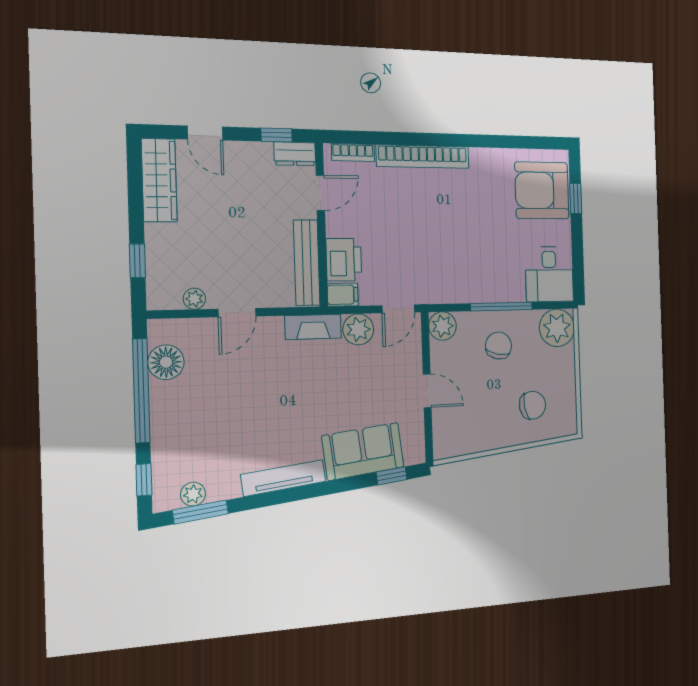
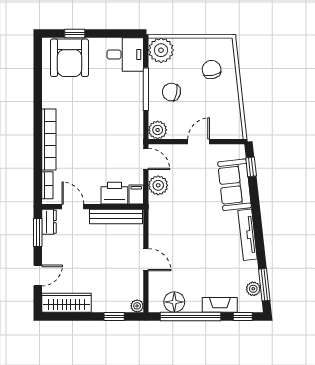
window: (277, 135) -> (38, 233), width x1.50
plant: (194, 299) -> (137, 306), moved
fireplace: (313, 327) -> (220, 305), moved, turned -90

